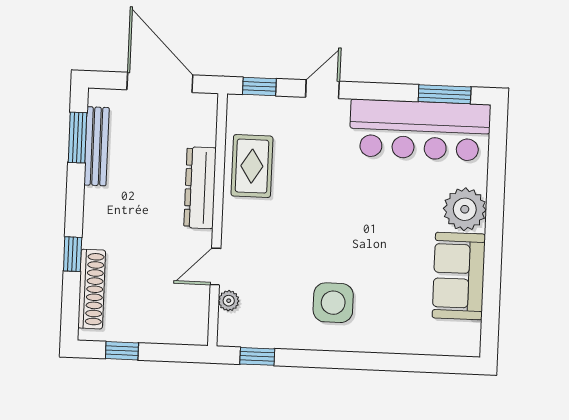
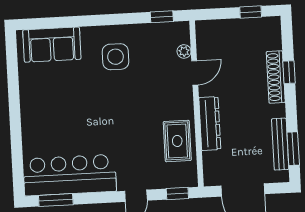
plant: (465, 209) -> (35, 126), removed
sofa: (459, 276) -> (52, 45), moved, turned 90
shoe rack: (92, 289) -> (276, 77), moved

